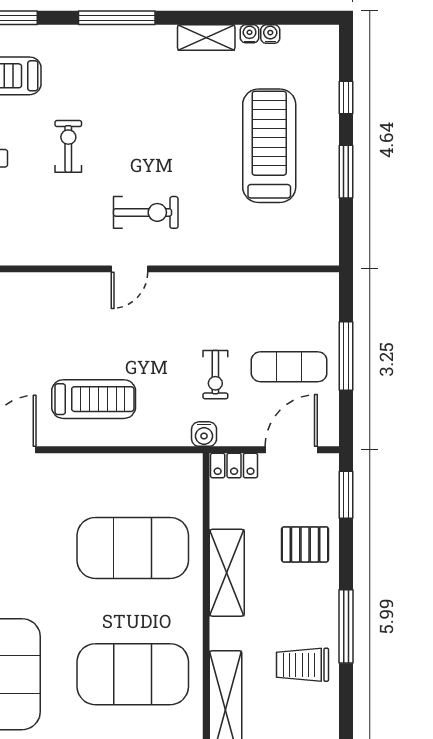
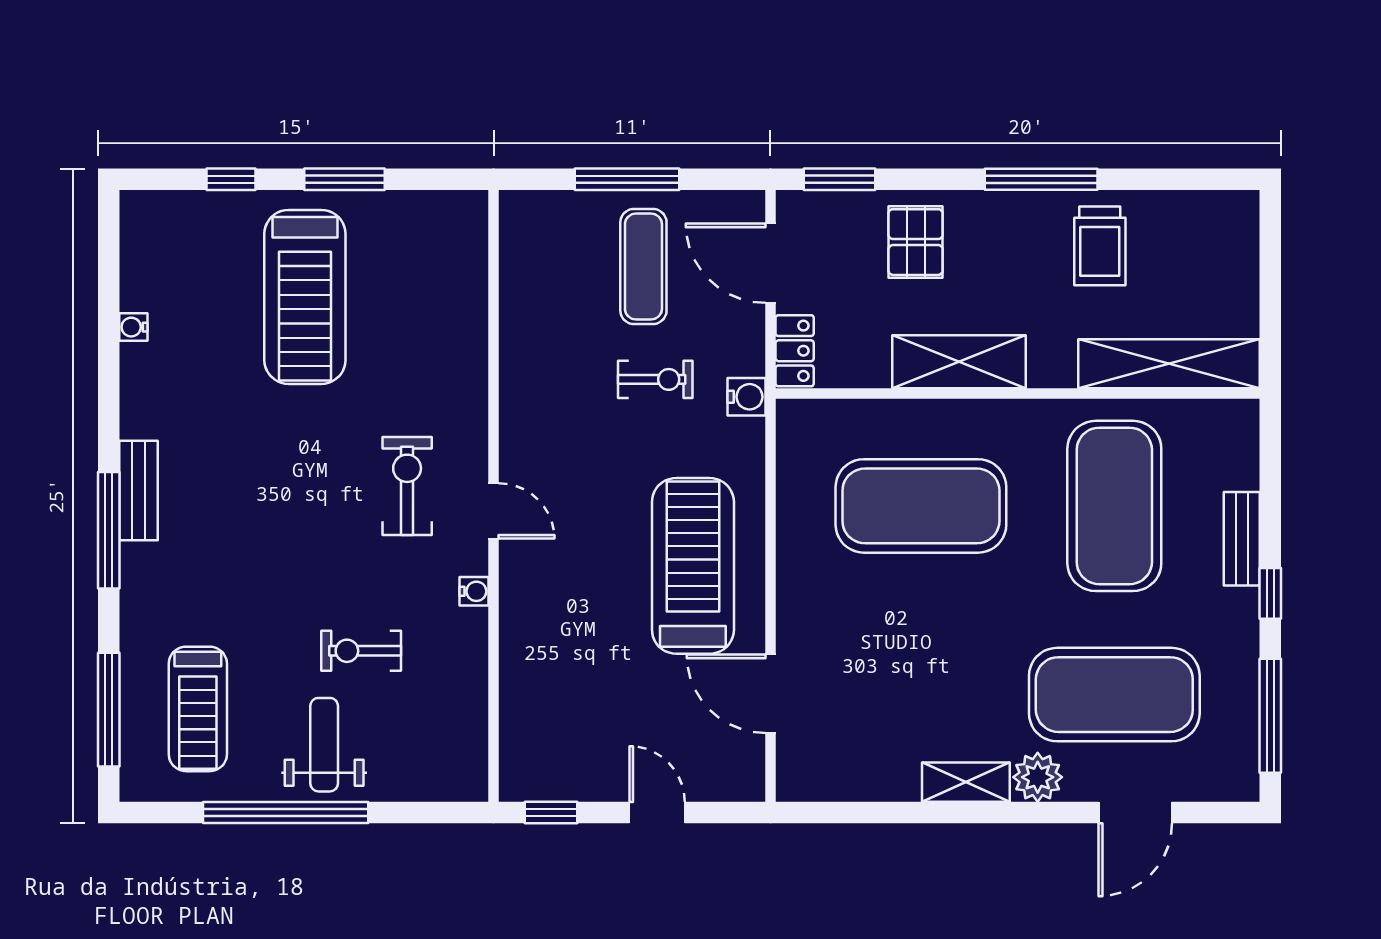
water cooler: (270, 34) -> (474, 591), moved, turned 180
bench: (143, 37) -> (139, 490), added
shelving: (206, 38) -> (139, 393), removed
exercise bike: (68, 146) -> (361, 651), moved
treadmill: (269, 146) -> (305, 297), turned -90
treadmill: (94, 399) -> (693, 566), width x1.37, depth x1.38
exercise mat: (133, 548) -> (921, 506), turned 90

